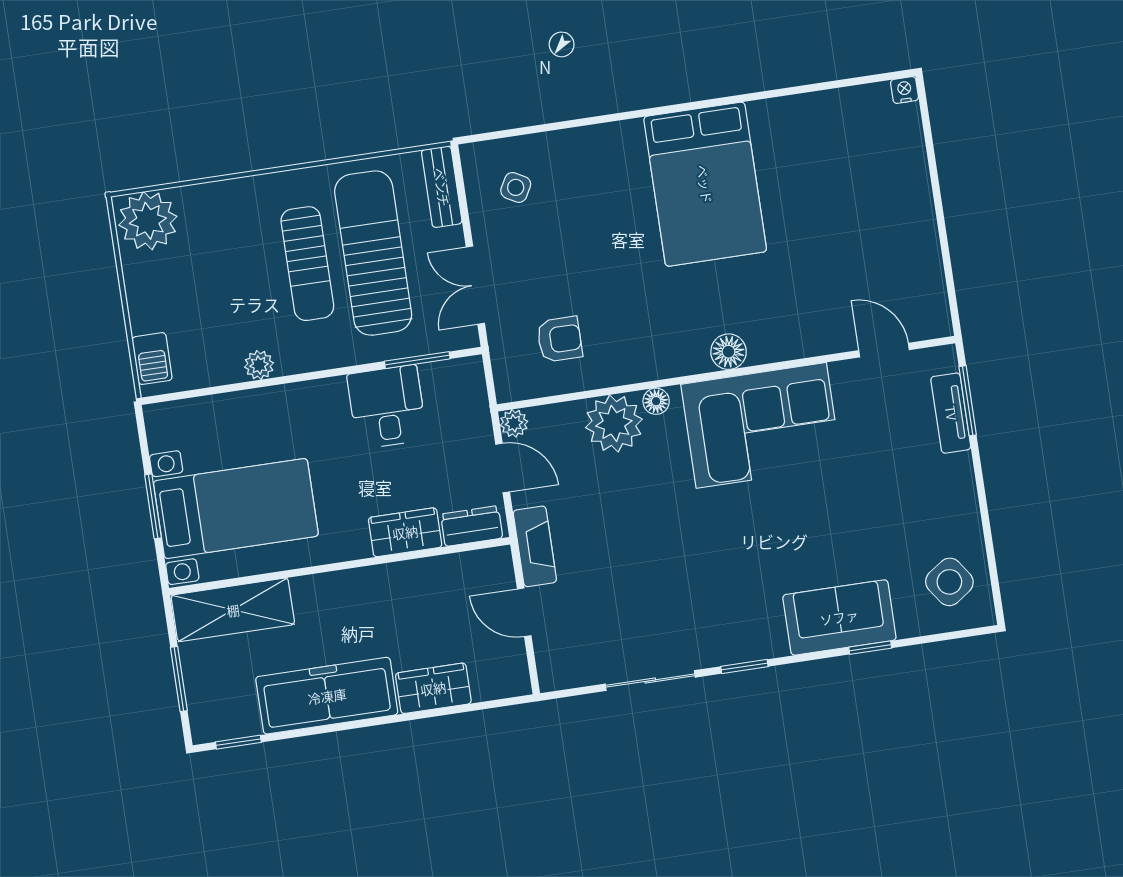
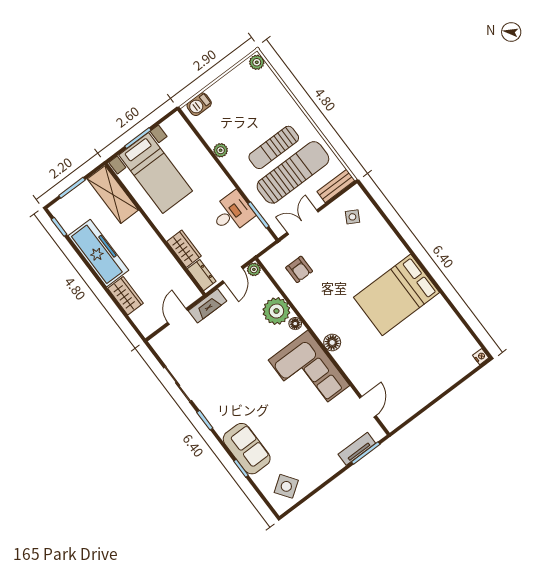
plant: (148, 221) -> (257, 62), width x0.53, depth x0.53

